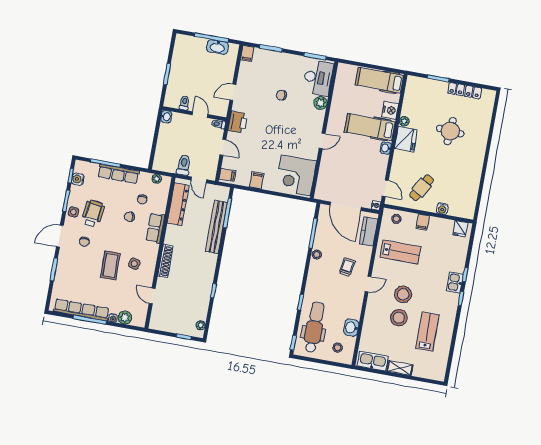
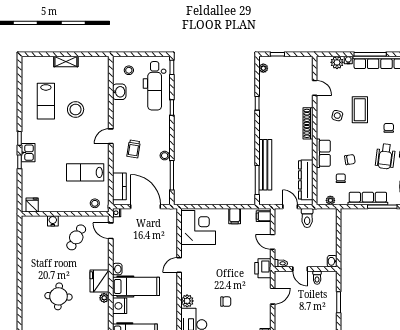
filing cabinet: (423, 222) -> (69, 205), removed
stool: (403, 294) -> (75, 132), removed
kitchen sink: (373, 361) -> (93, 64), removed

